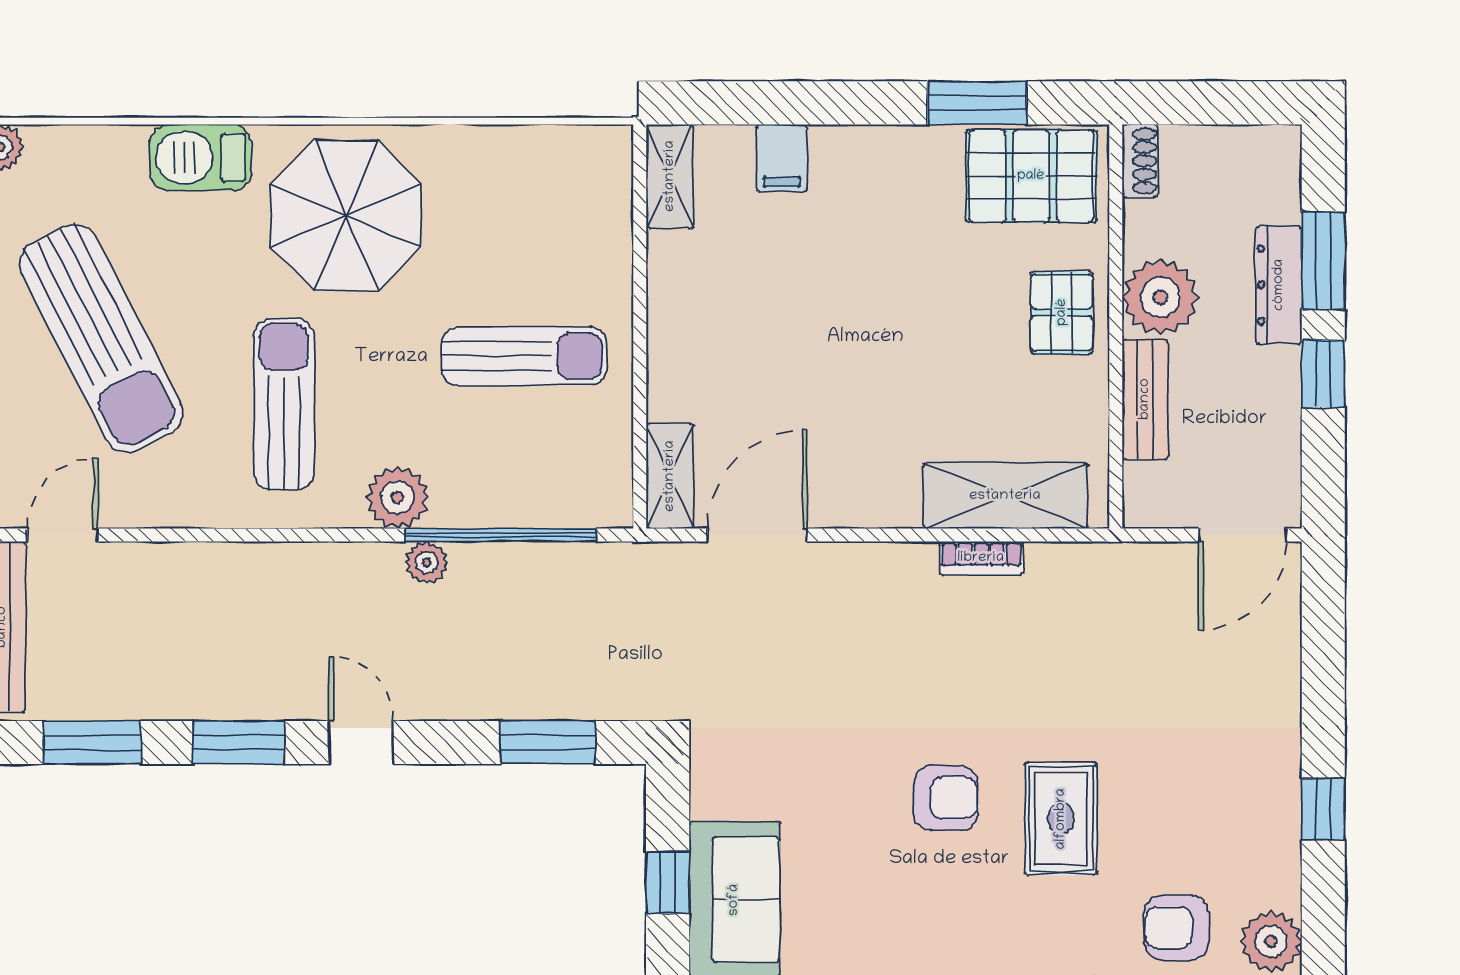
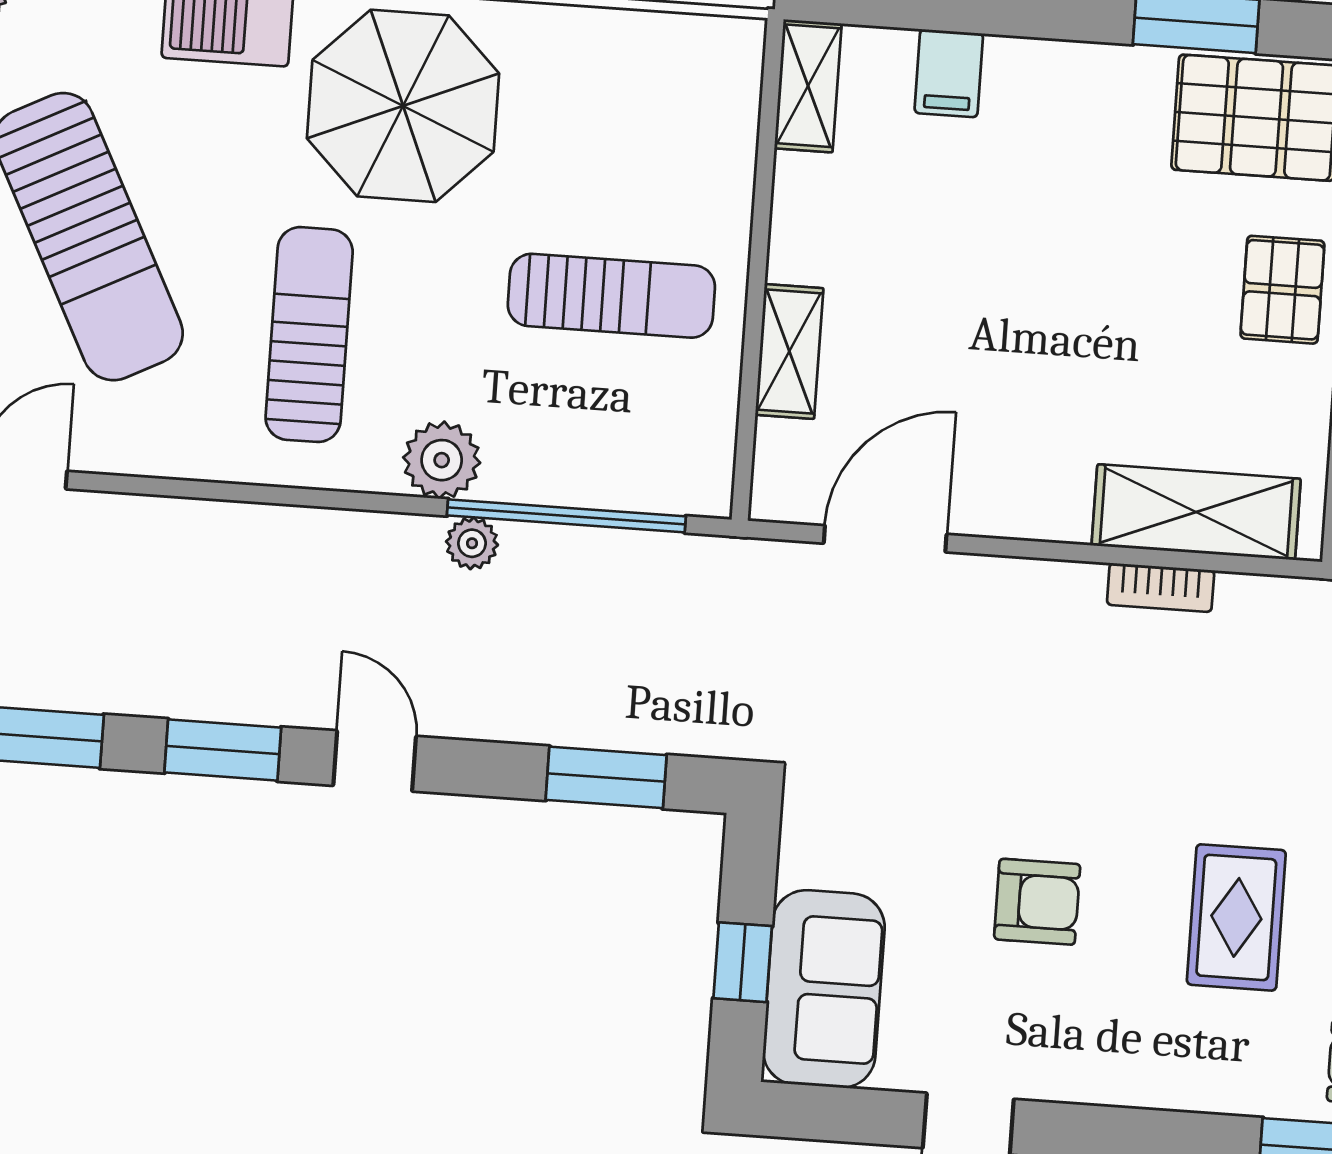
shelving: (670, 476) -> (789, 351), moved
armchair: (946, 798) -> (1037, 902), moved

